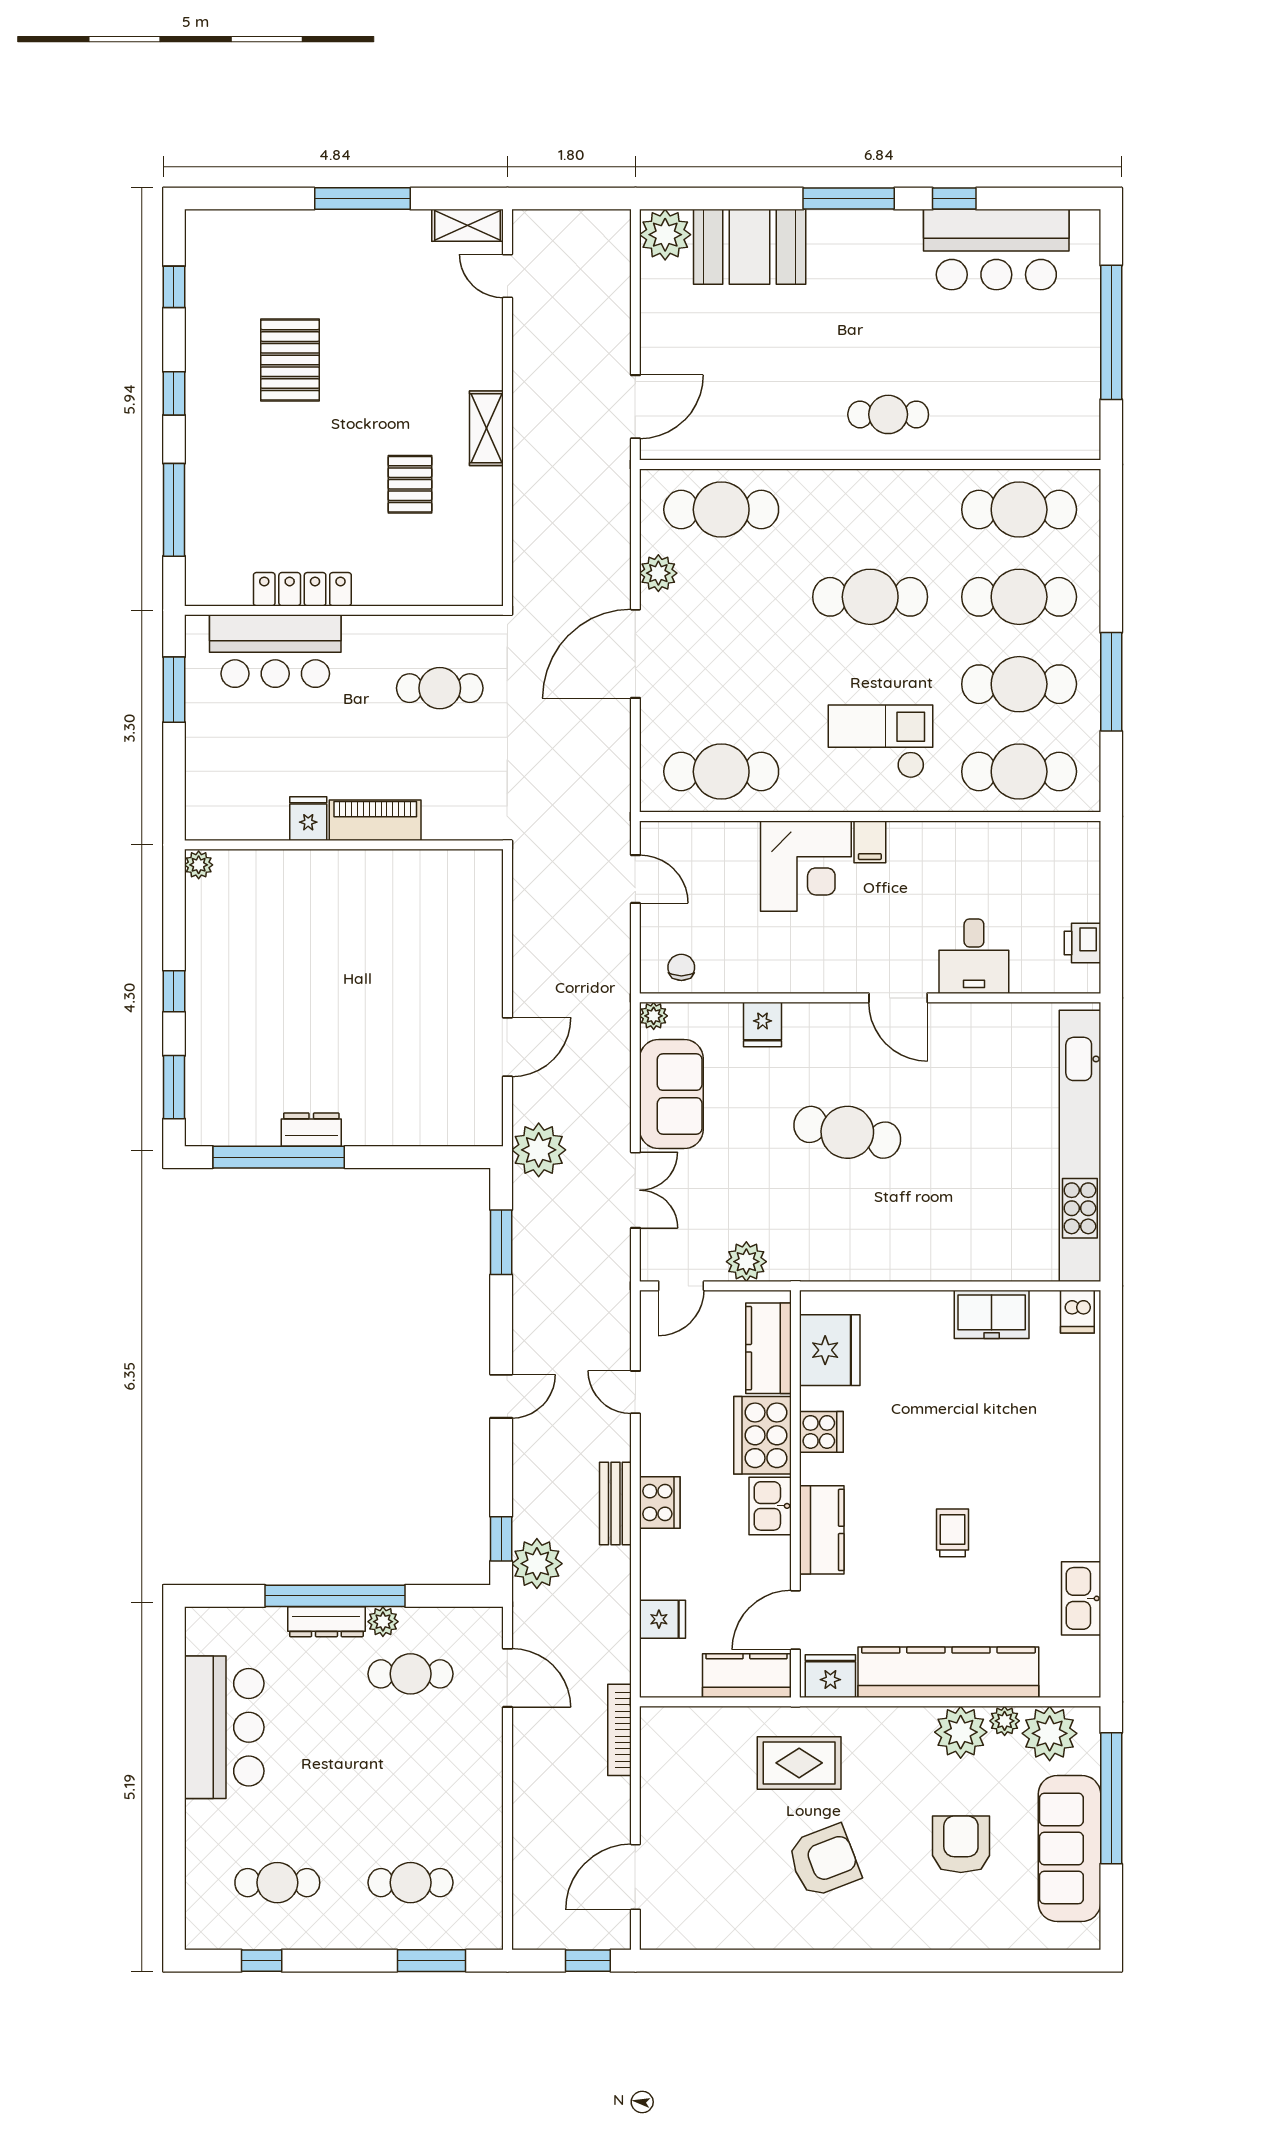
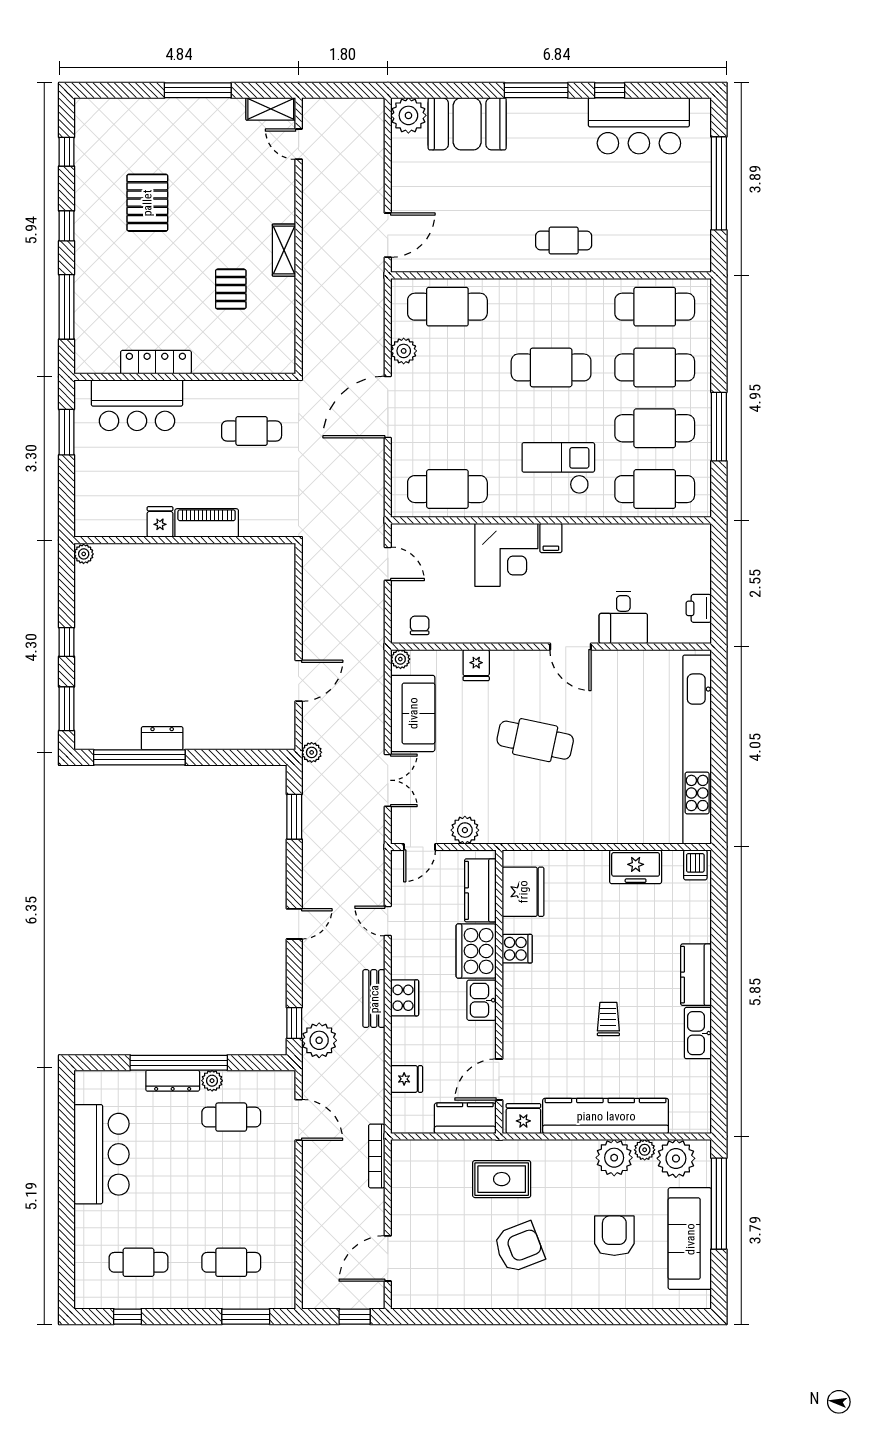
plant: (539, 1150) -> (312, 752), width x0.53, depth x0.53
kitchen counter: (822, 1530) -> (696, 975), moved, turned 180
kitchen sink: (1081, 1598) -> (698, 1033), moved

